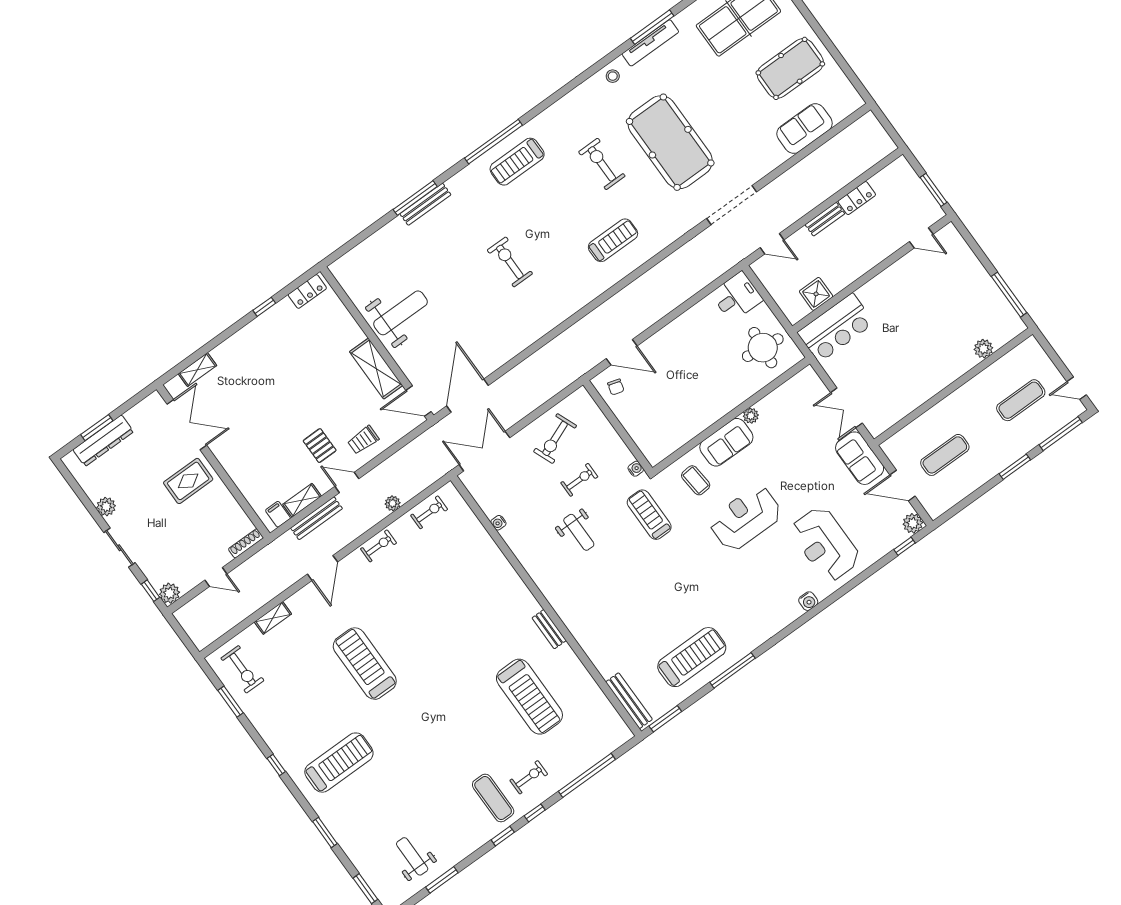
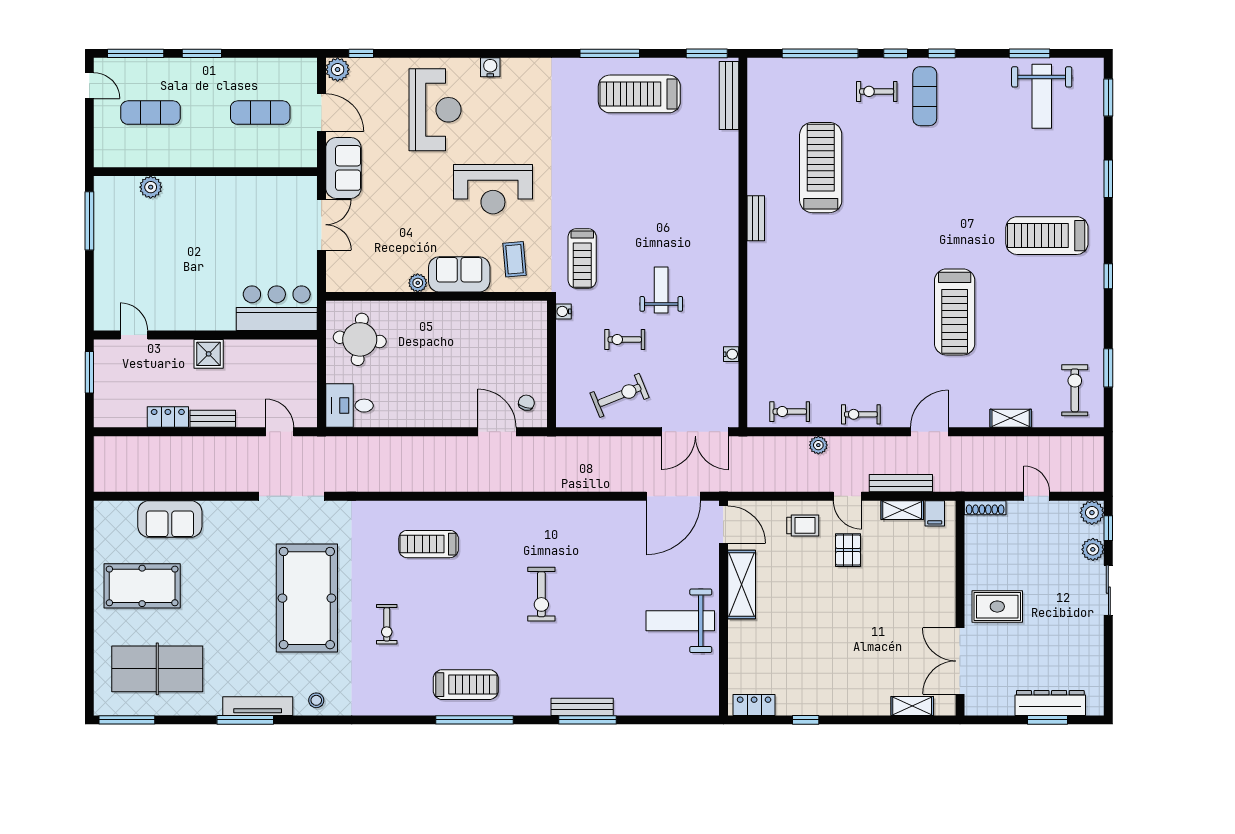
exercise bike: (602, 164) -> (387, 624), width x0.73, depth x0.72
shower: (816, 294) -> (209, 354), moved
plant: (106, 507) -> (1093, 549), moved
weight bench: (412, 856) -> (1042, 96), width x1.36, depth x1.33

